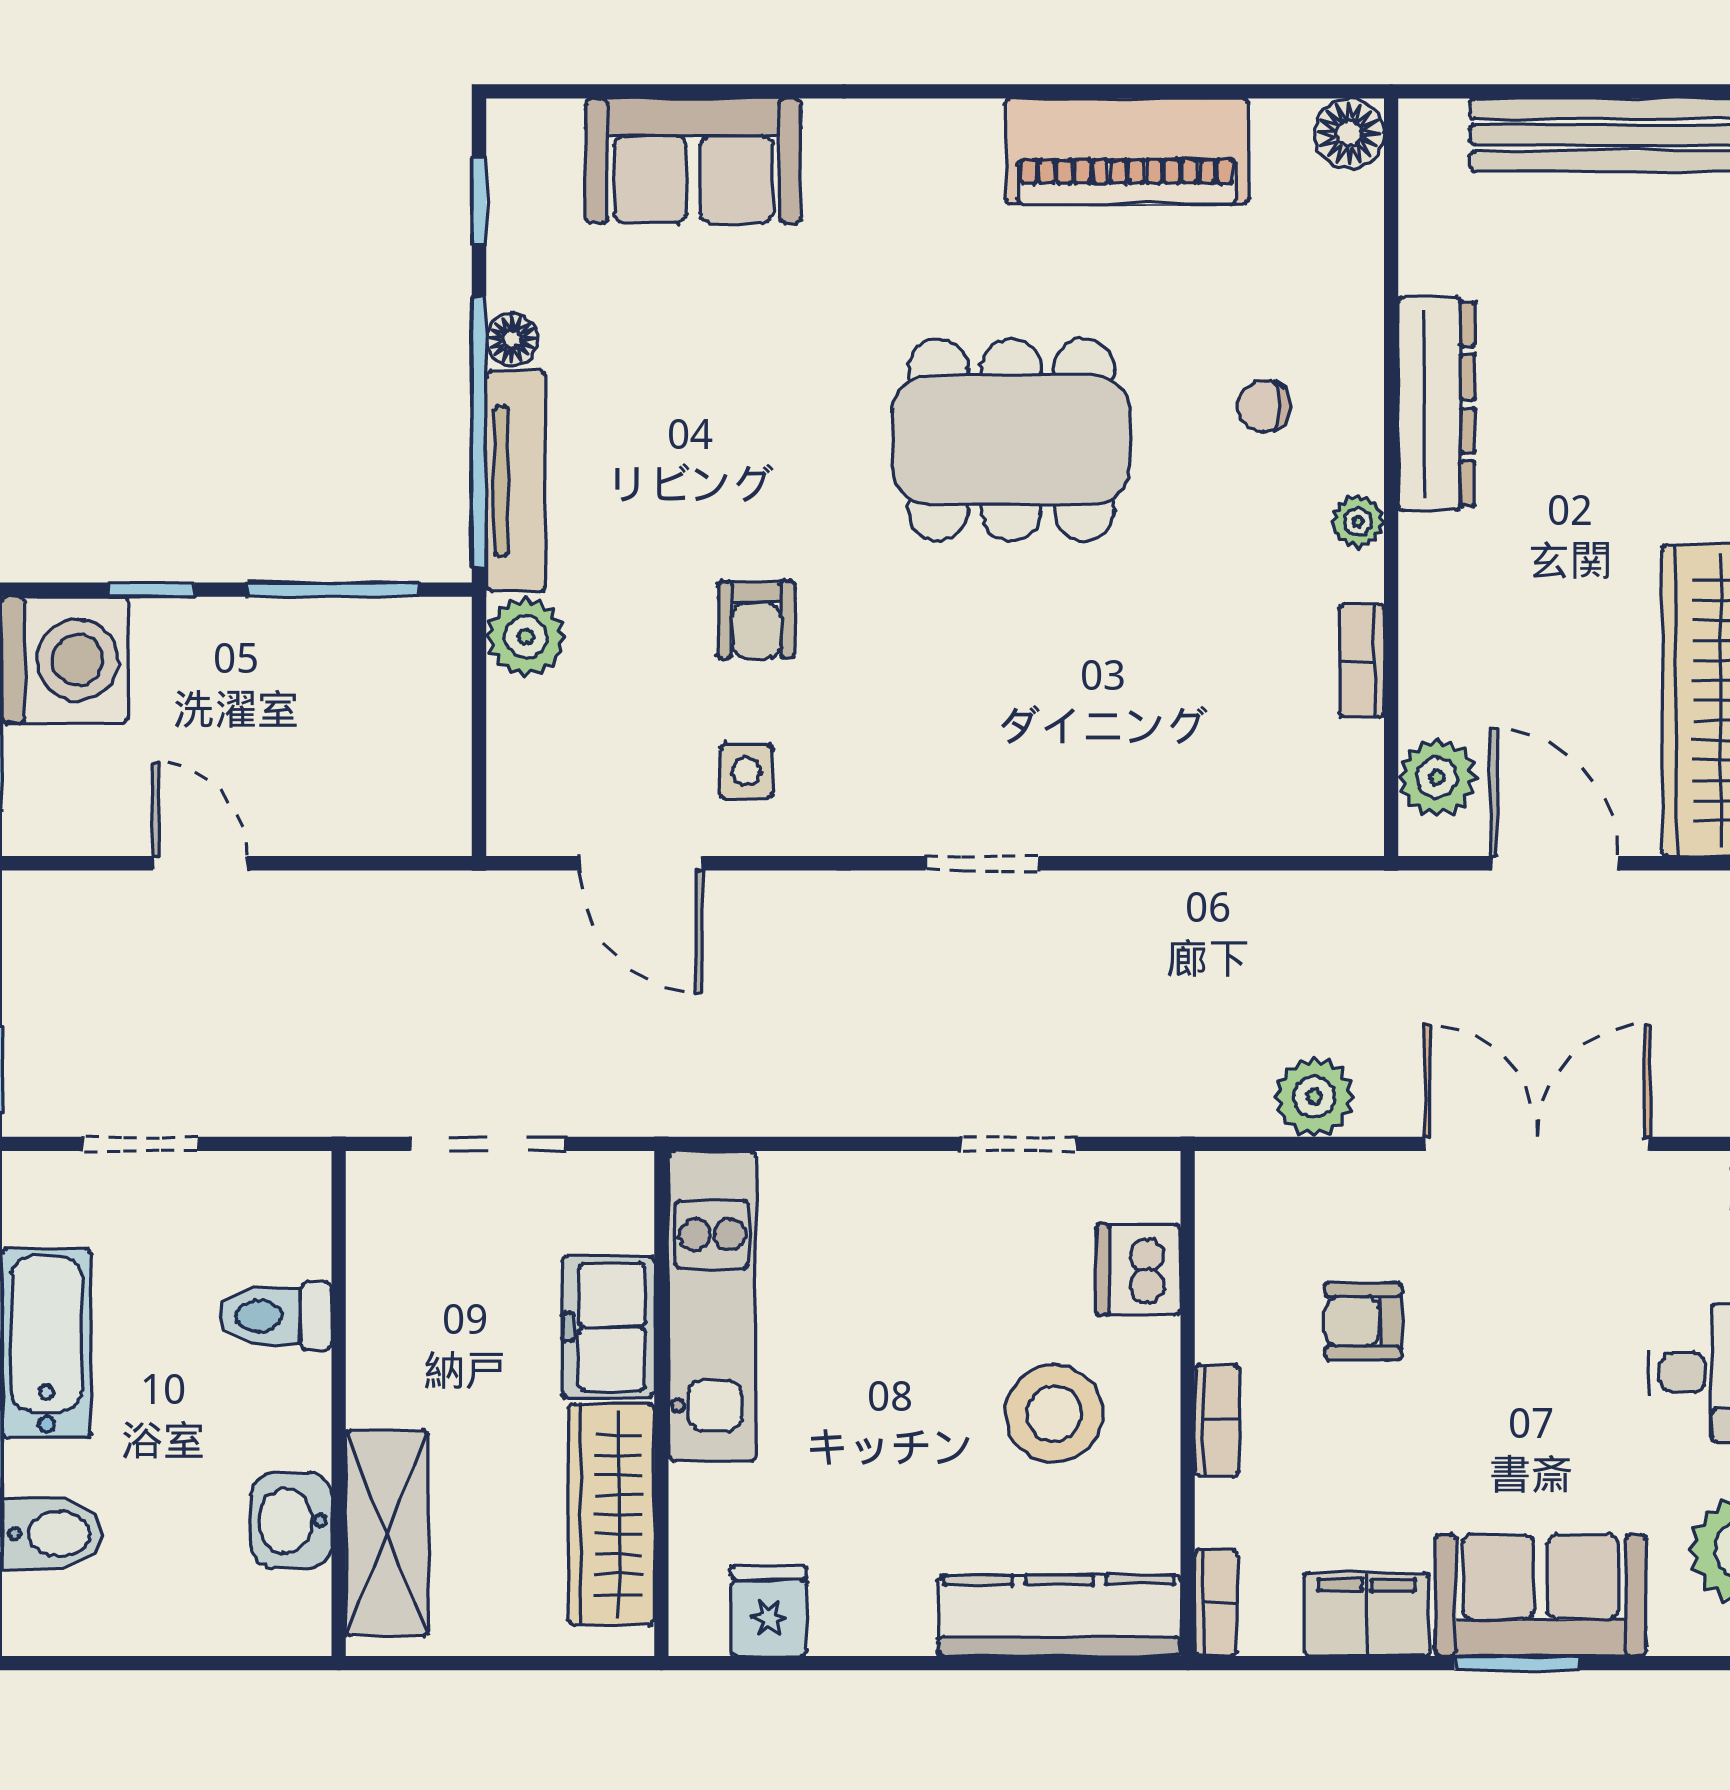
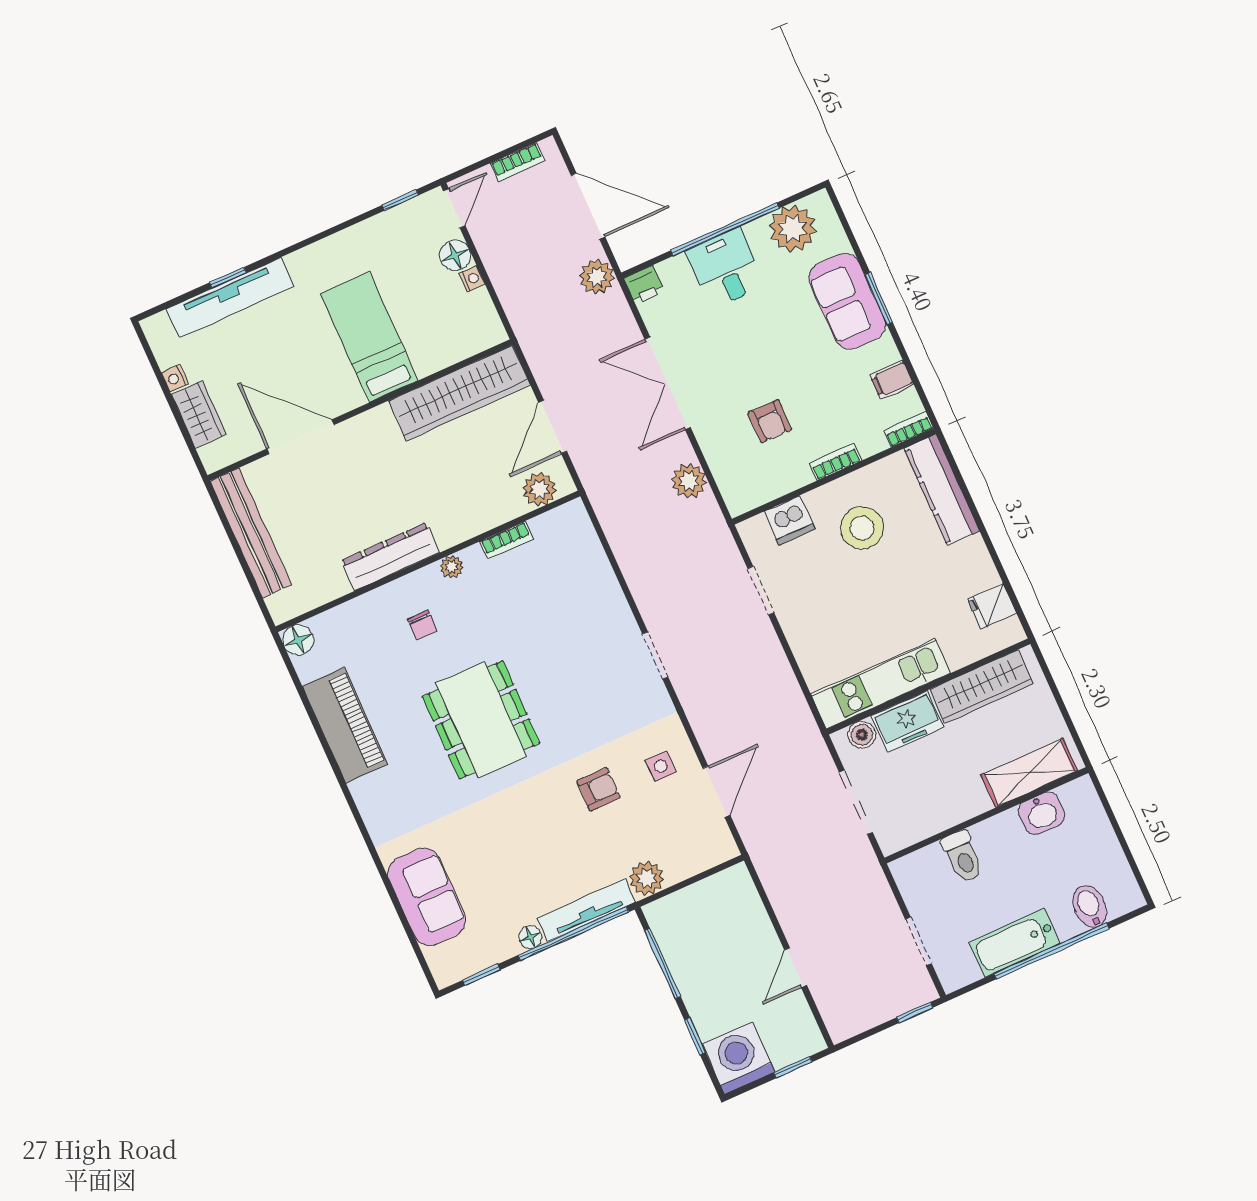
boiler: (623, 1219) -> (862, 735), added
filing cabinet: (1367, 1614) -> (892, 380), width x0.50

